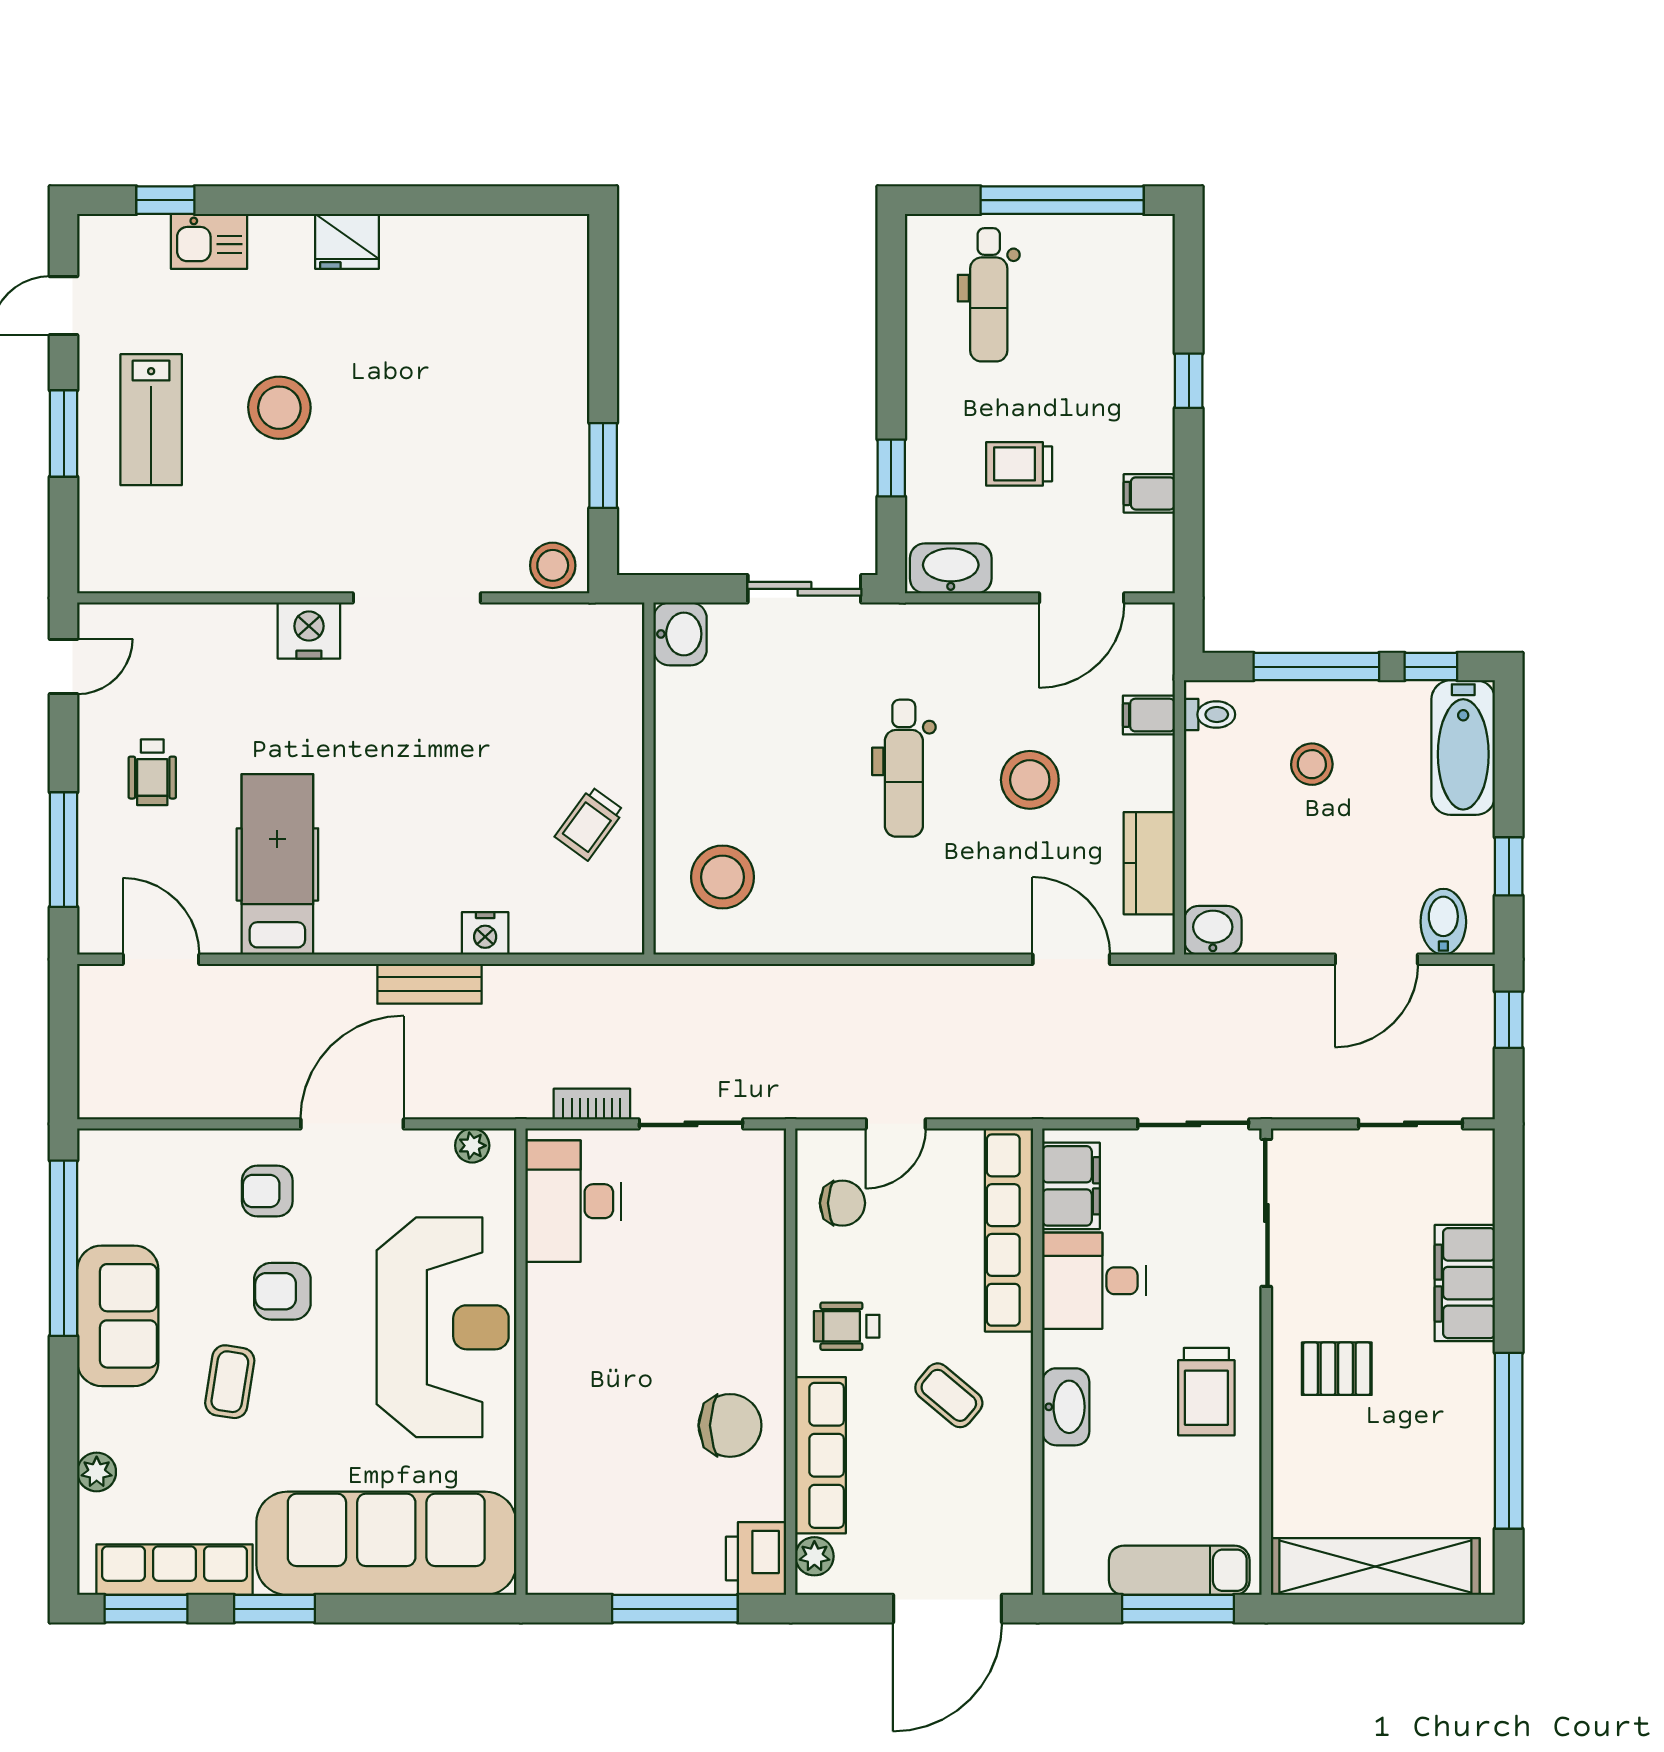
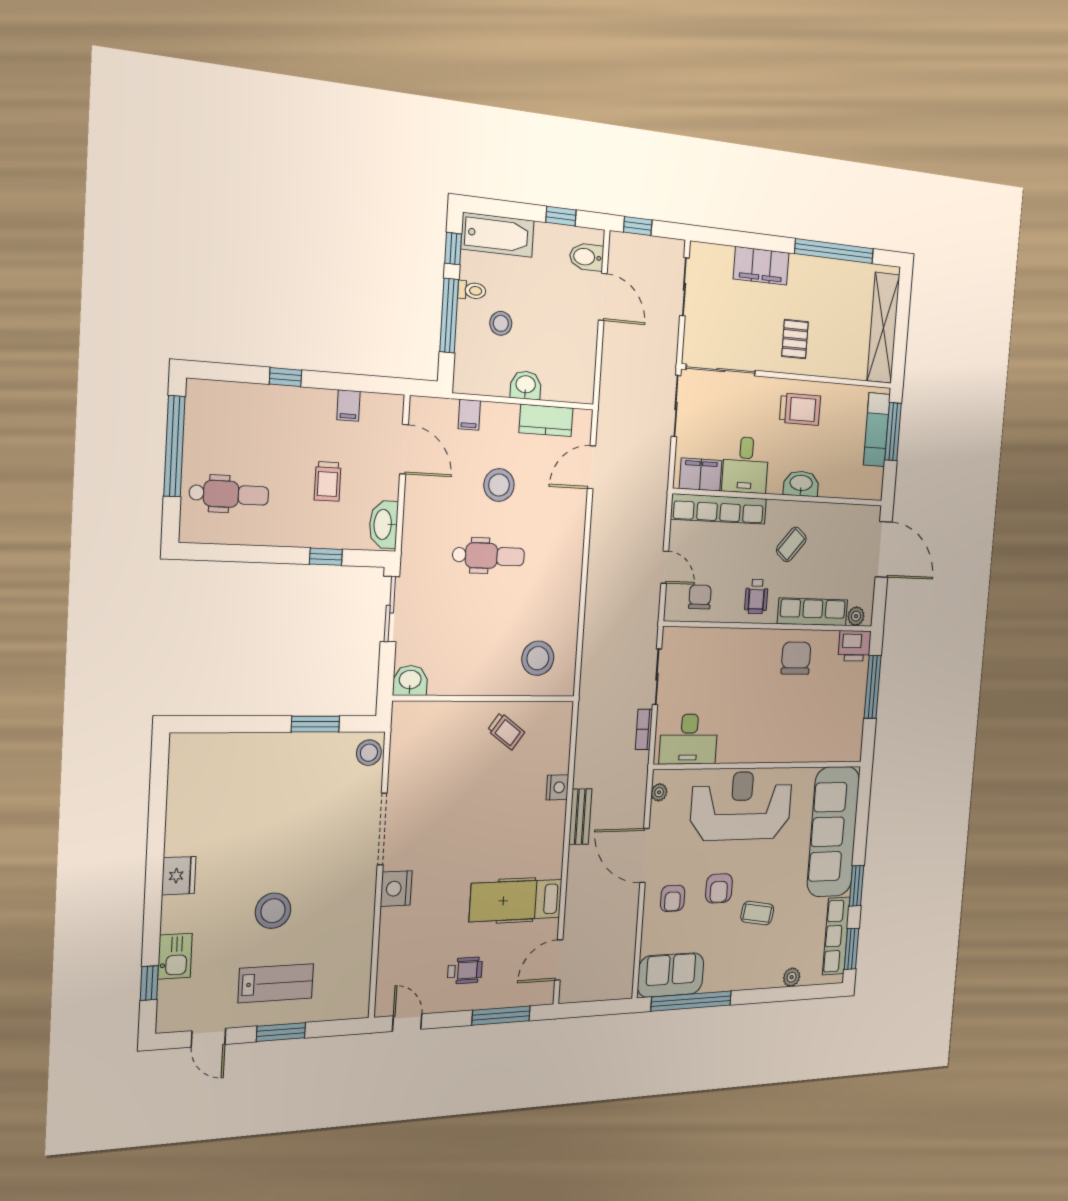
toilet: (1210, 714) -> (472, 290), moved, turned 90
washbasin: (1213, 930) -> (526, 385), moved, turned 90
sofa: (118, 1316) -> (671, 975), moved

